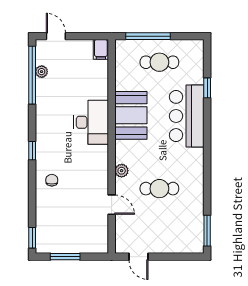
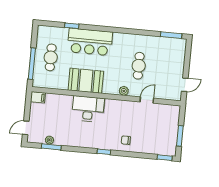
window: (32, 75) -> (51, 147), width x0.47

